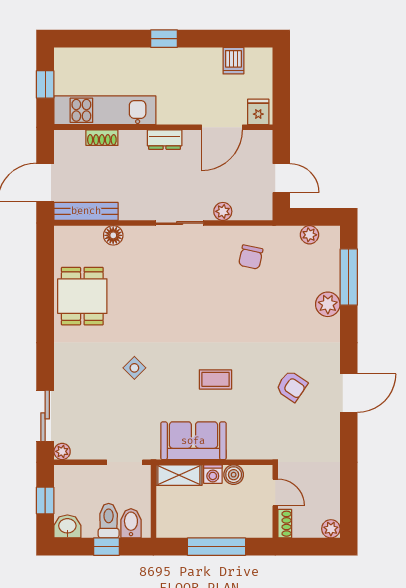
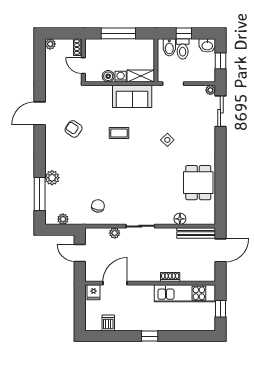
shoe rack: (102, 138) -> (170, 277), moved
dresser: (165, 140) -> (149, 276), removed
door: (349, 393) -> (40, 113), moved

